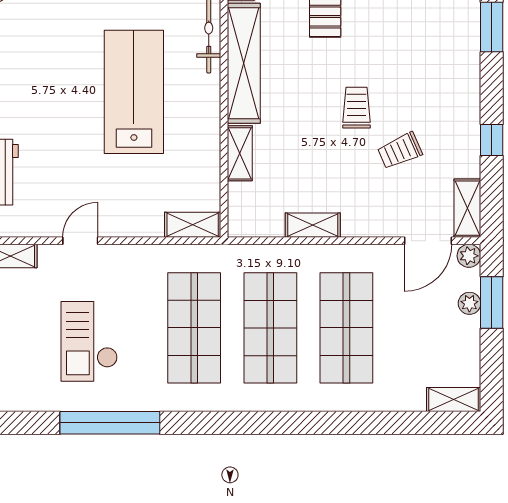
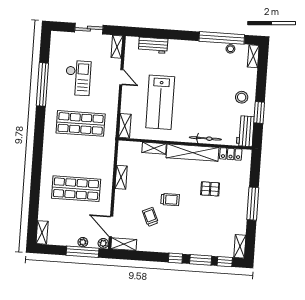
lab bench: (134, 92) -> (160, 102), moved, turned 90
window: (492, 140) -> (175, 258), moved
window: (492, 302) -> (83, 252), width x1.44
shop shelf: (270, 328) -> (78, 156), removed
checkout: (89, 341) -> (78, 78), turned 90

